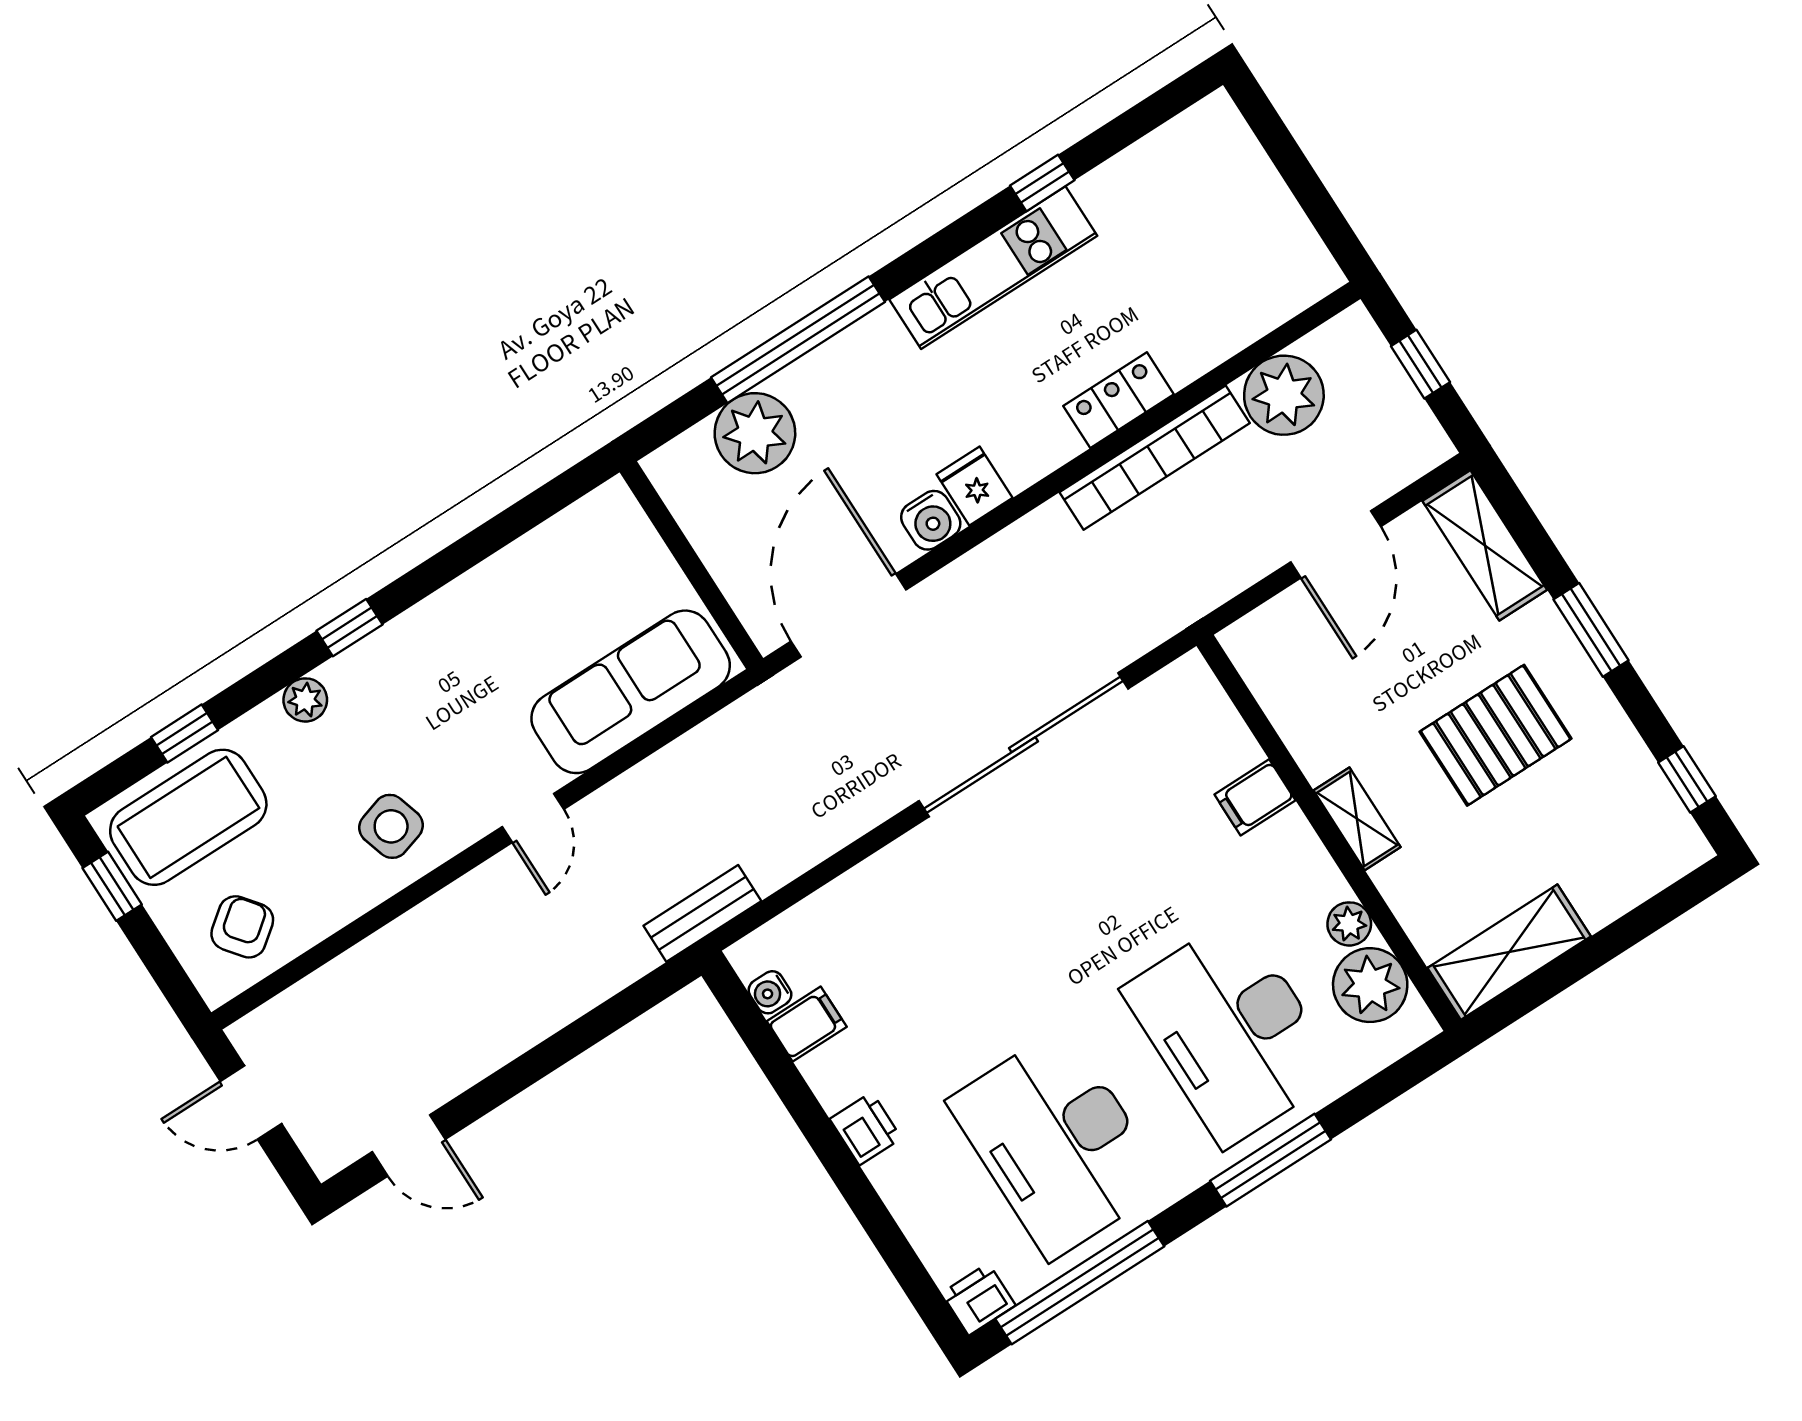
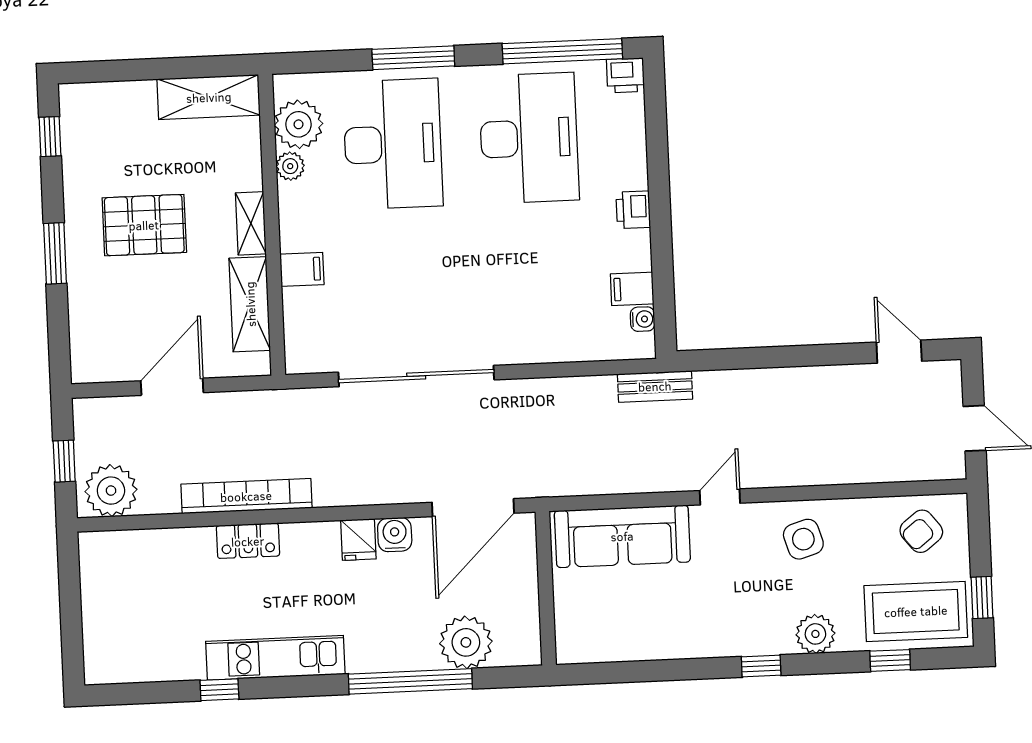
plant: (1284, 395) -> (111, 491), moved
shelving: (1485, 545) -> (250, 304), moved
plant: (305, 700) -> (815, 634), width x1.38, depth x1.38

